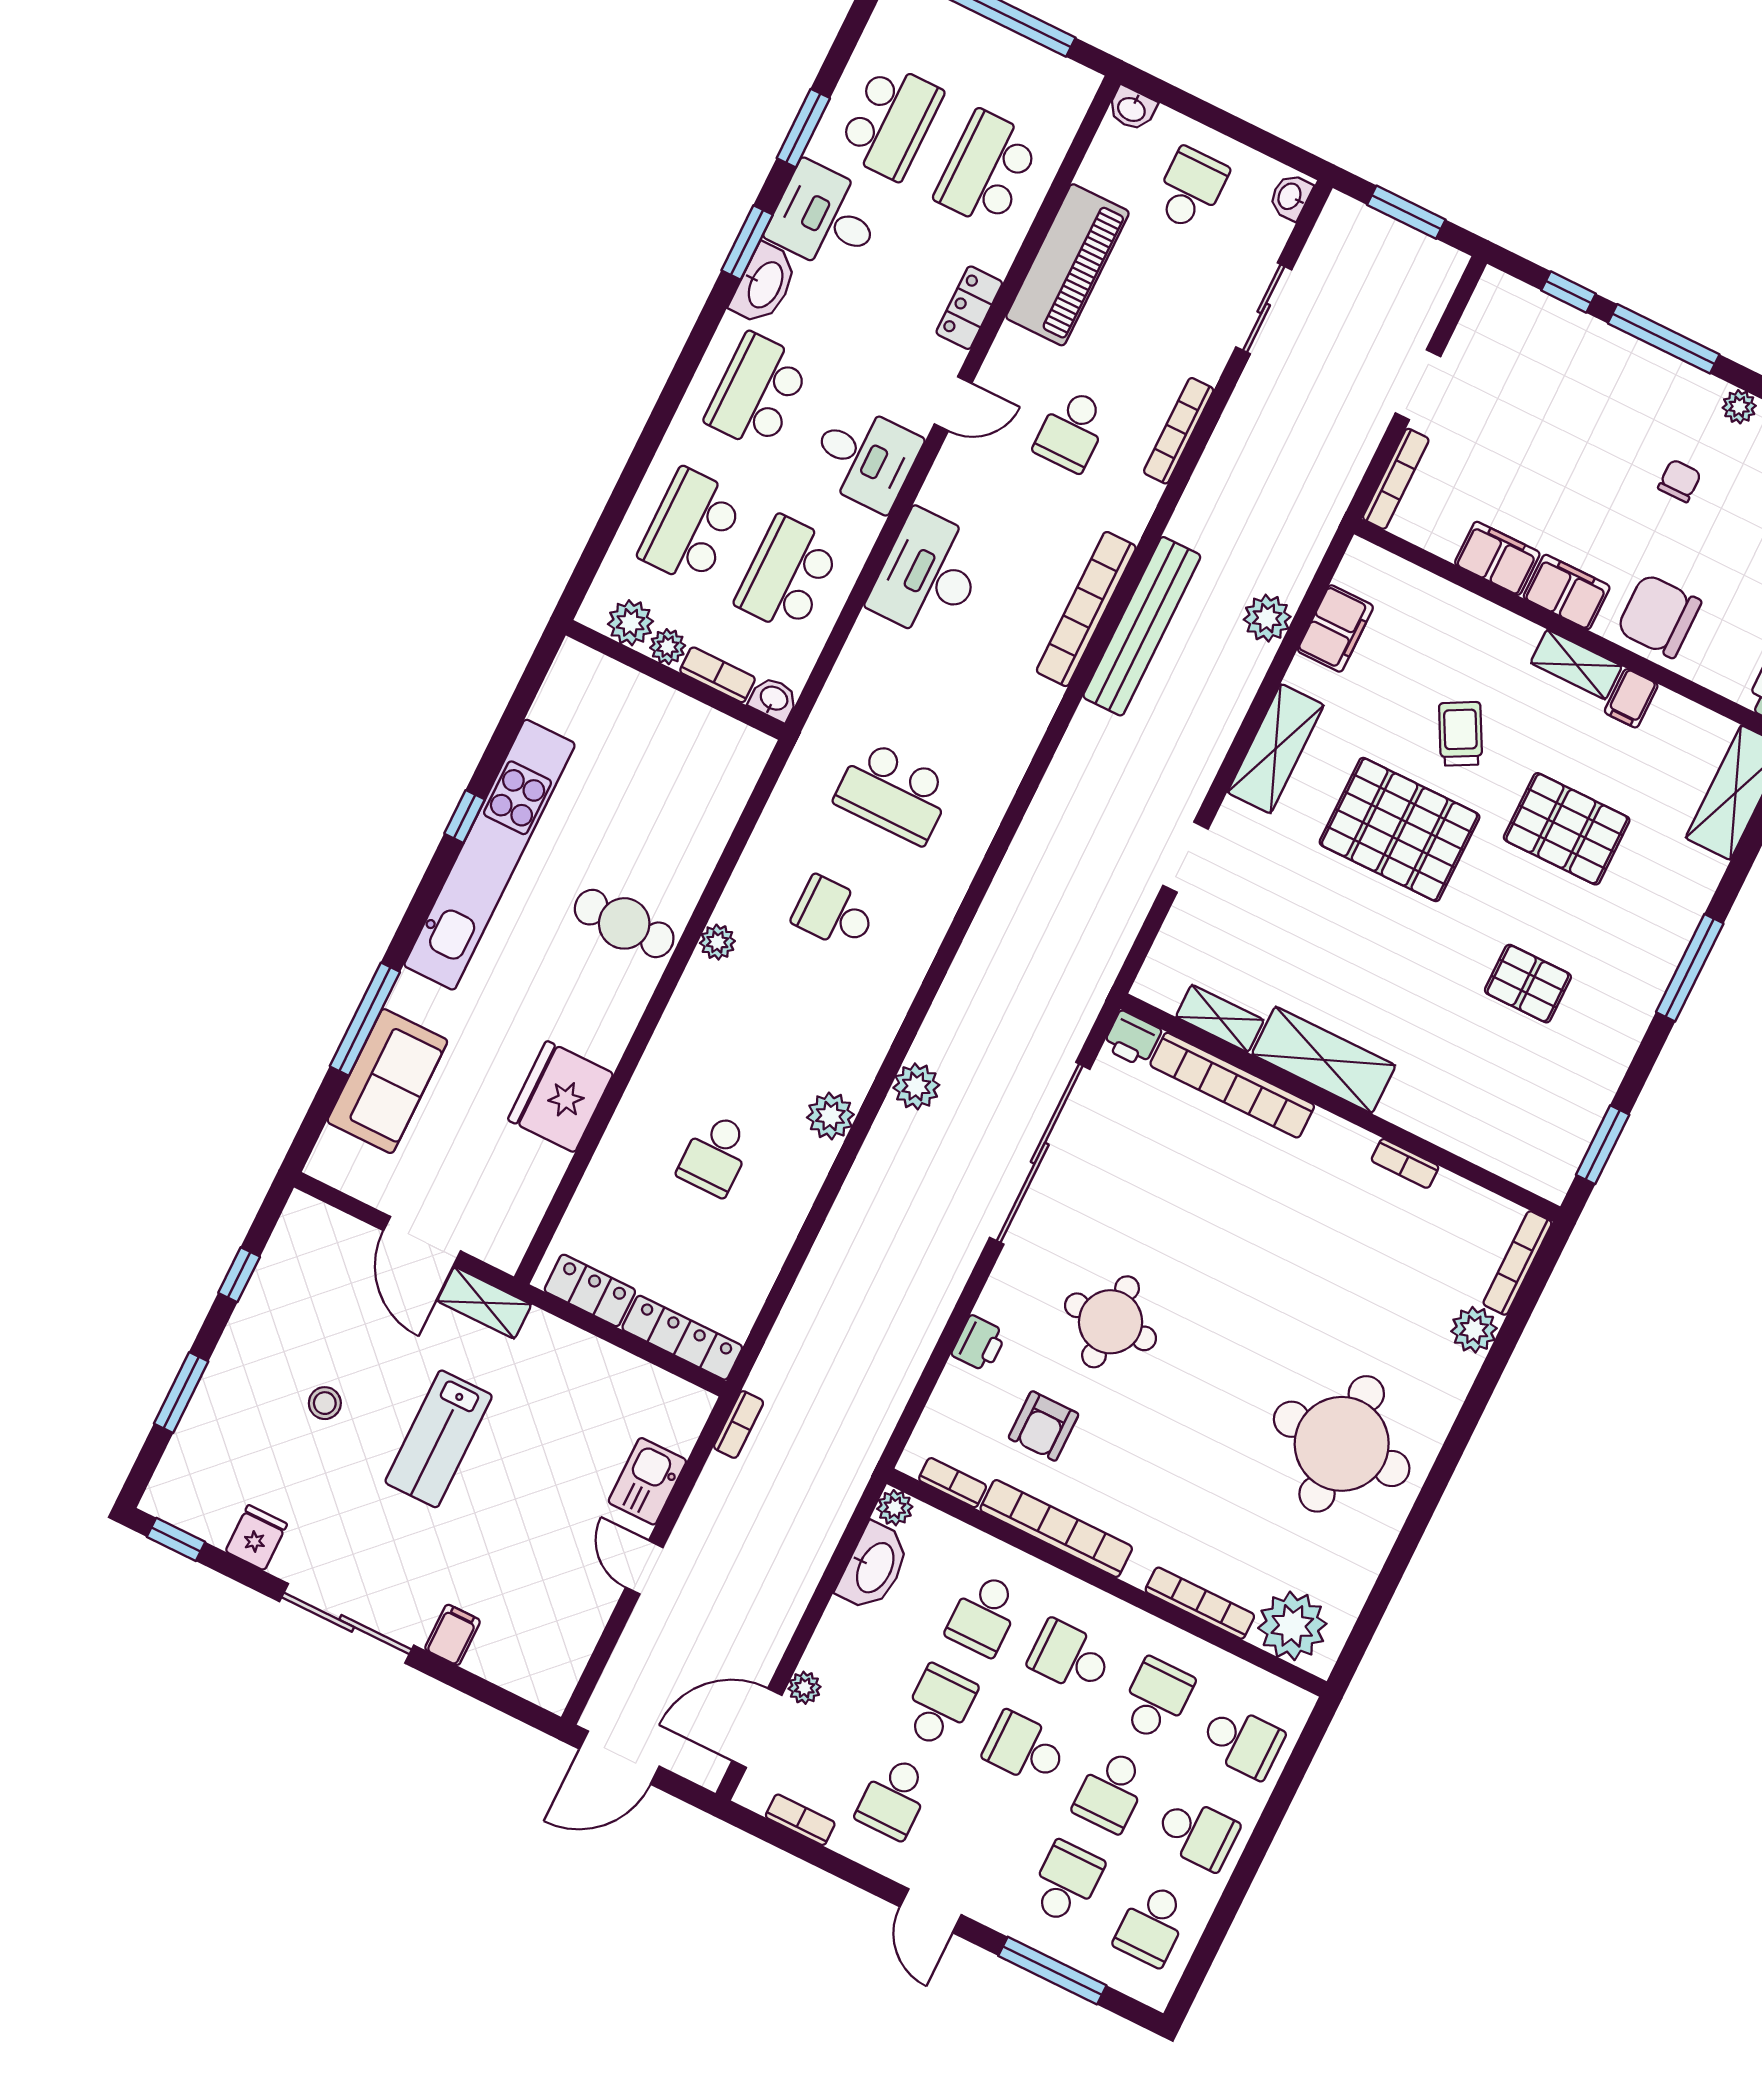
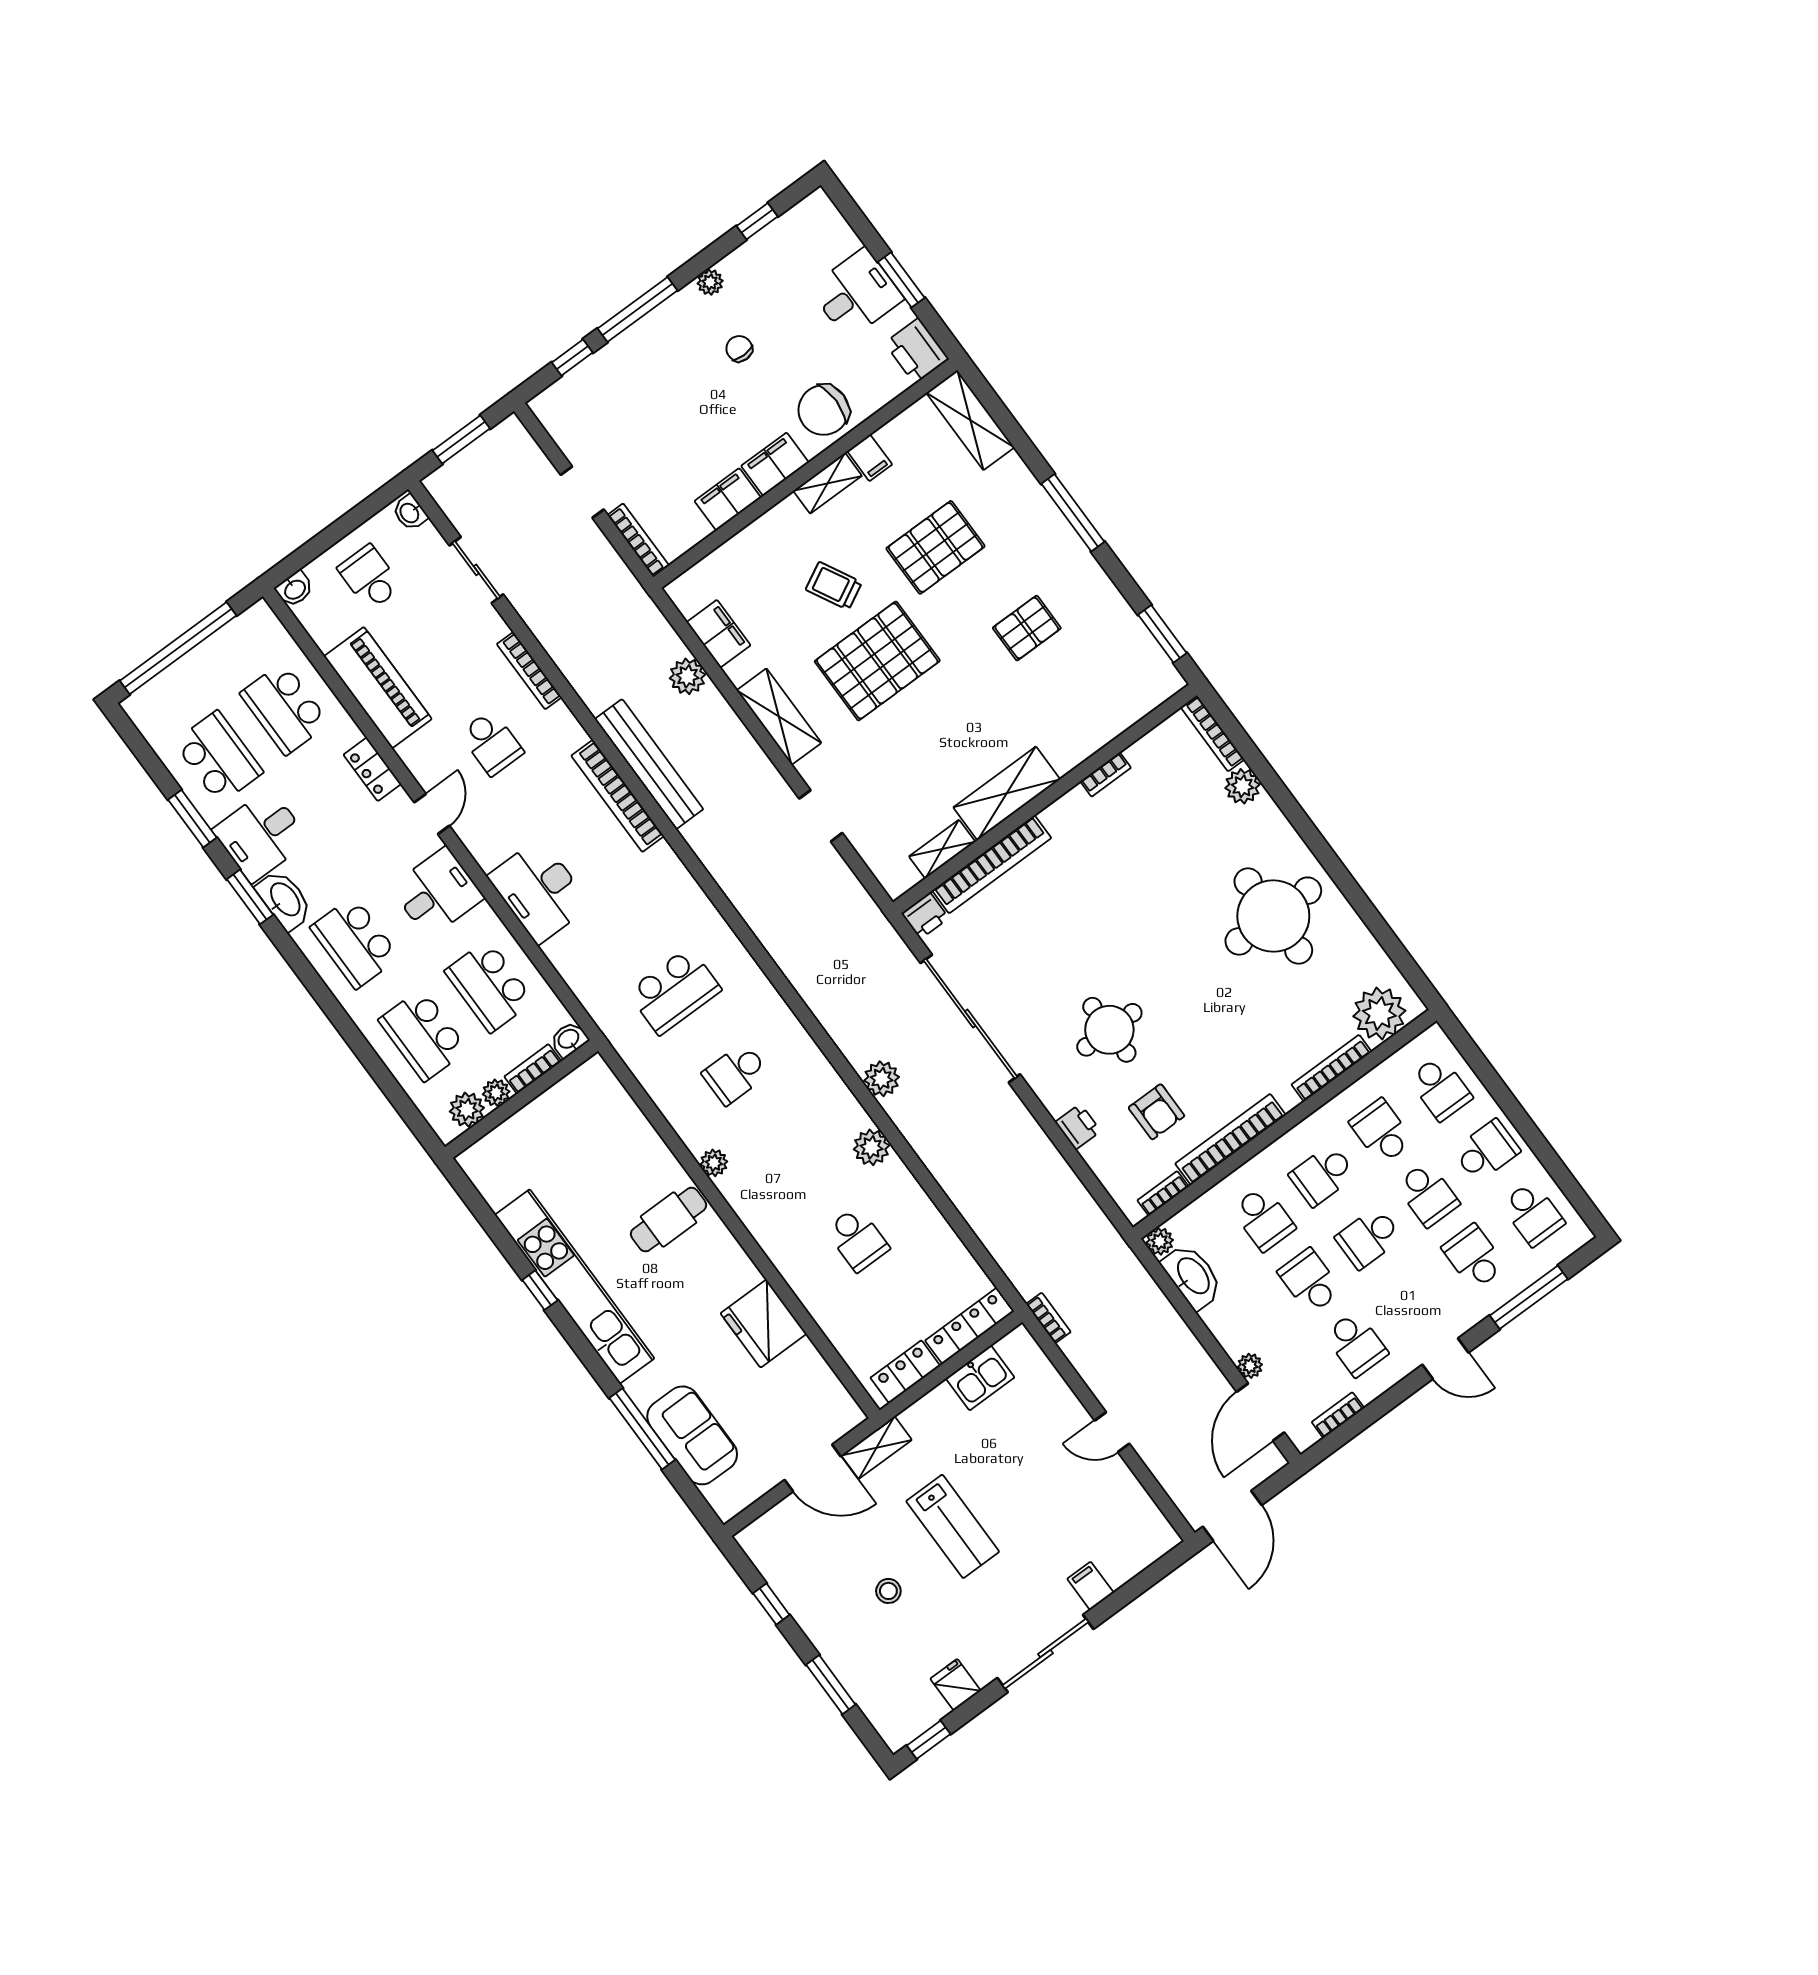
kitchen sink: (647, 1481) -> (980, 1378), moved, turned -90
school desk: (1242, 1742) -> (1440, 1088), turned 90

